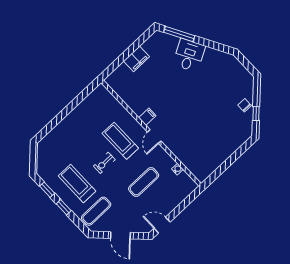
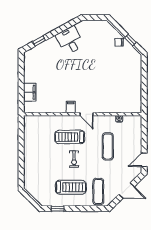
window: (179, 34) -> (39, 41), width x0.46
desk: (189, 55) -> (70, 40), moved
filing cabinet: (136, 59) -> (30, 92), moved
treadmill: (77, 183) -> (71, 187), turned 180
window: (64, 207) -> (77, 209), removed

